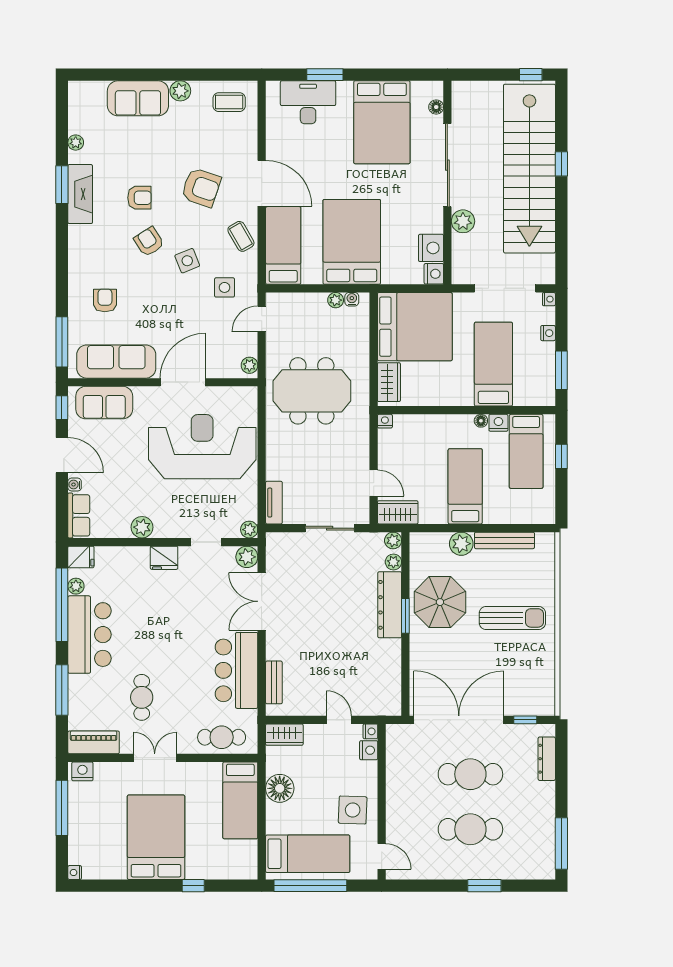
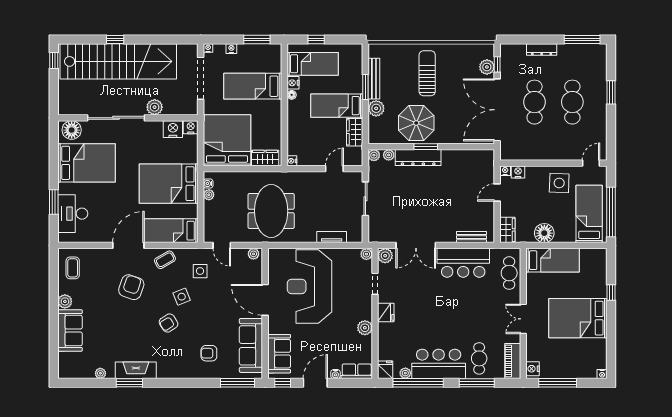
floor lamp: (436, 107) -> (72, 130), width x1.89, depth x1.89
armchair: (139, 198) -> (138, 329), removed
tv unit: (274, 503) -> (332, 237), moved
wardrobe: (398, 512) -> (355, 132), moved
window: (492, 528) -> (365, 87), added
cafe table: (142, 697) -> (479, 358), moved, turned 90
plant: (521, 705) -> (487, 67), added
dresser: (547, 759) -> (542, 50), moved

